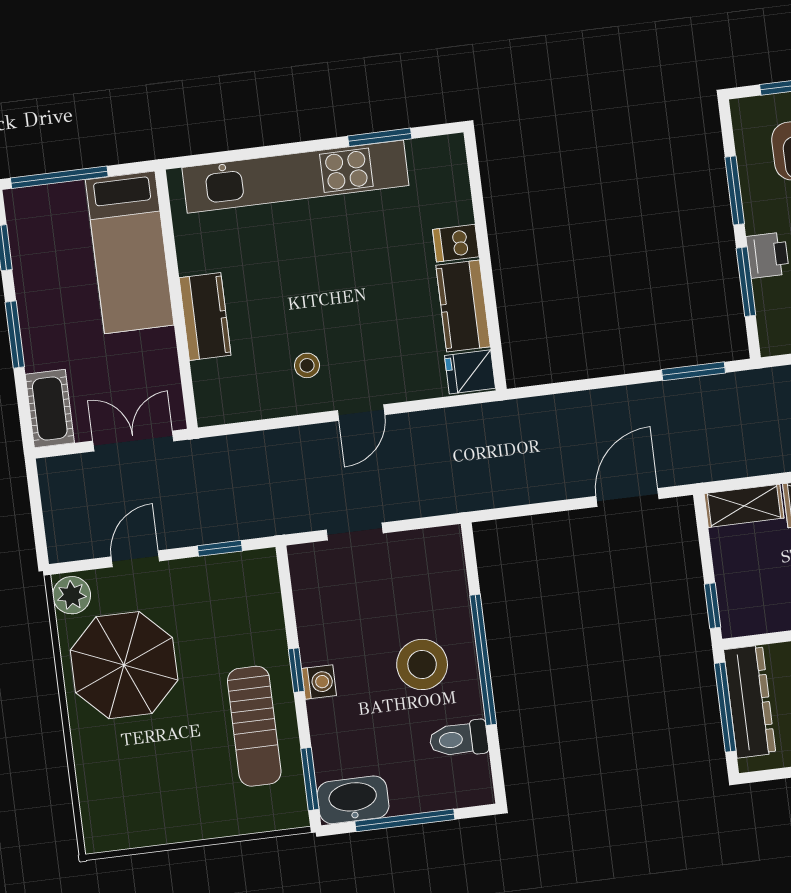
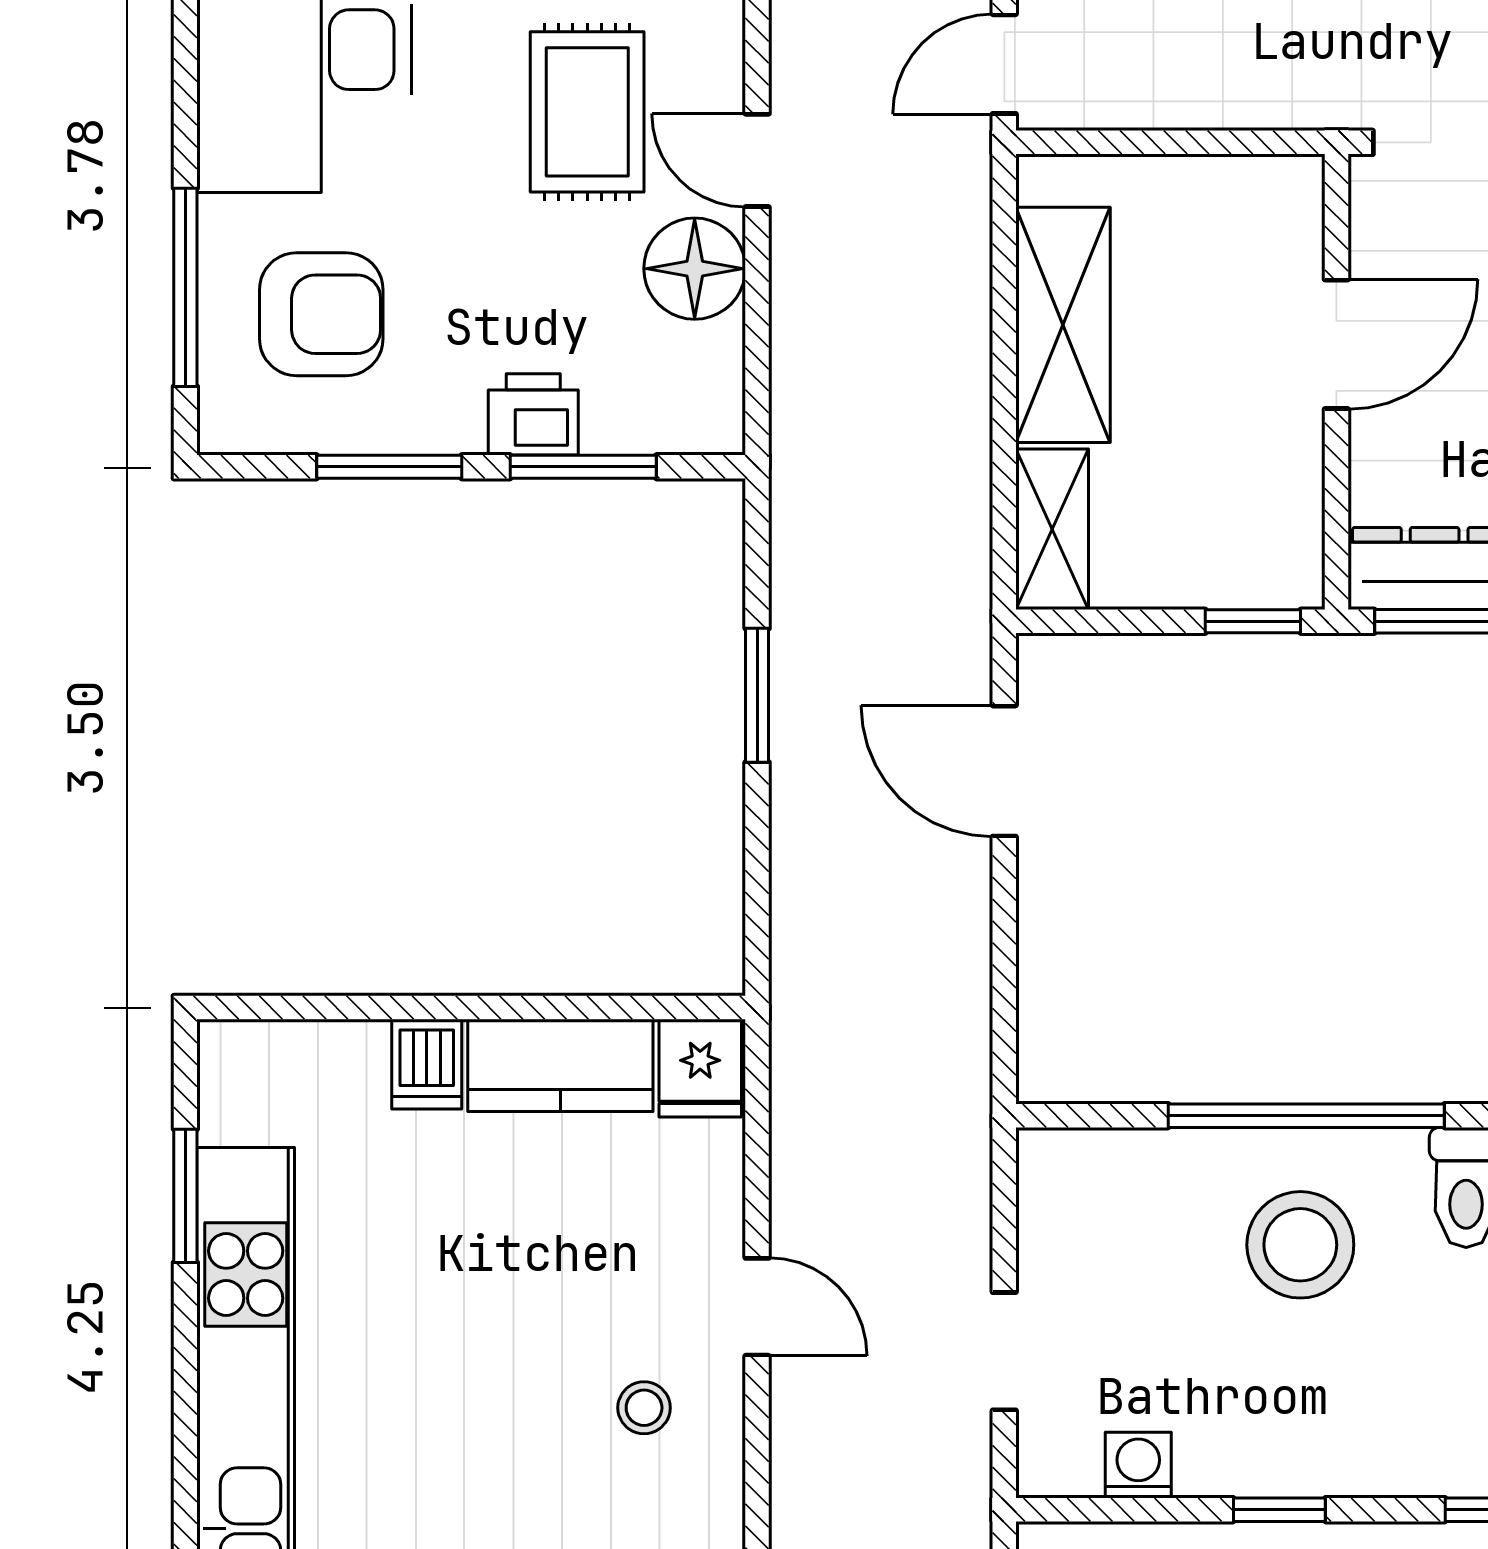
window: (694, 371) -> (757, 695), moved
washing machine: (319, 682) -> (1138, 1465), moved

